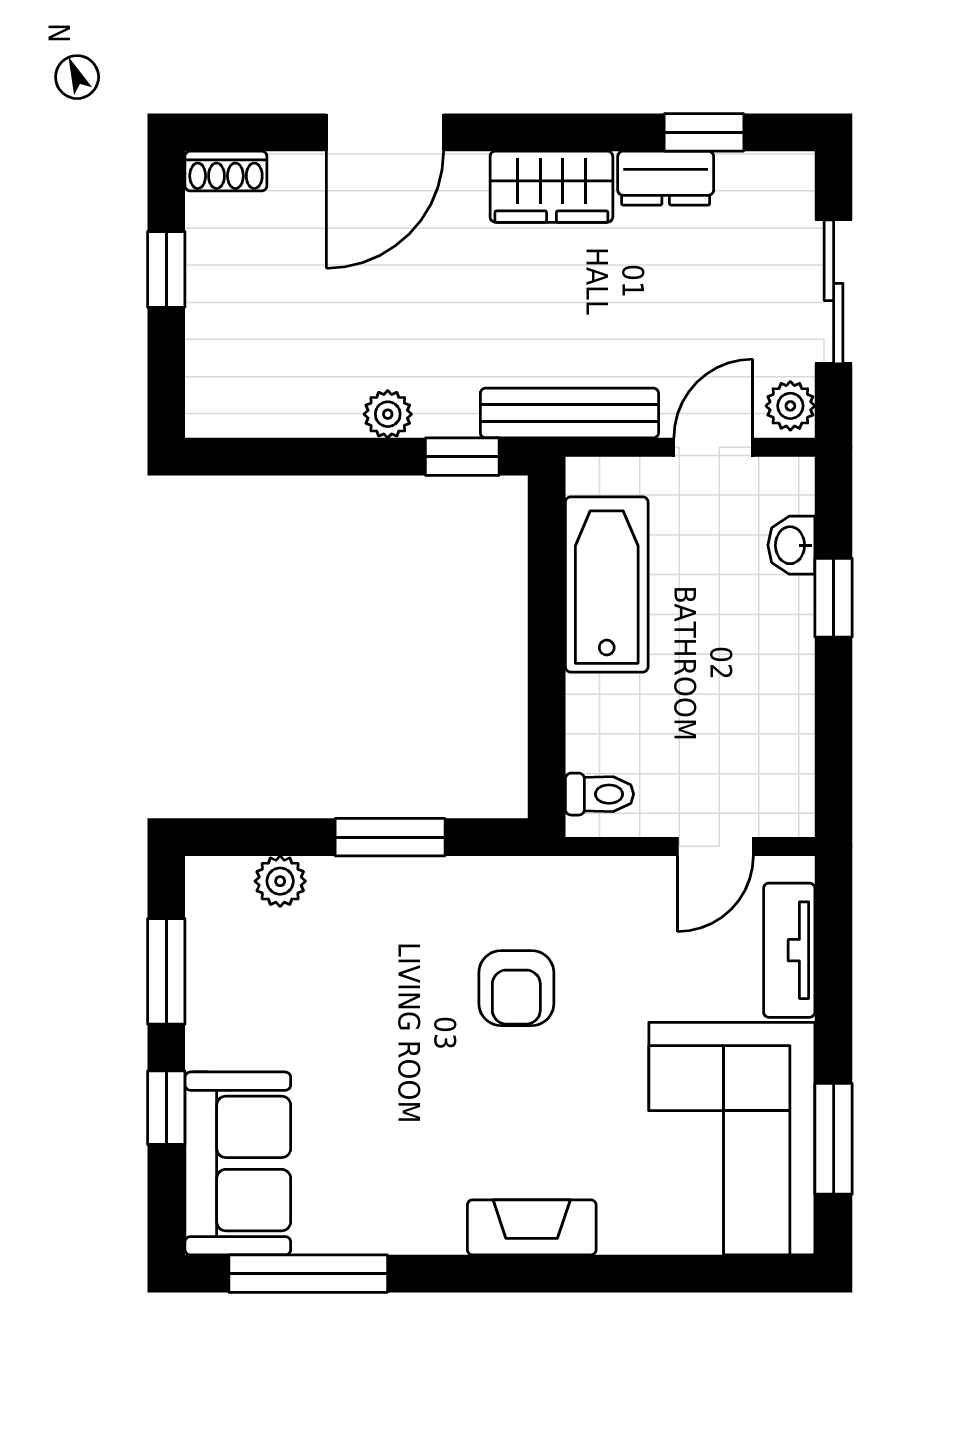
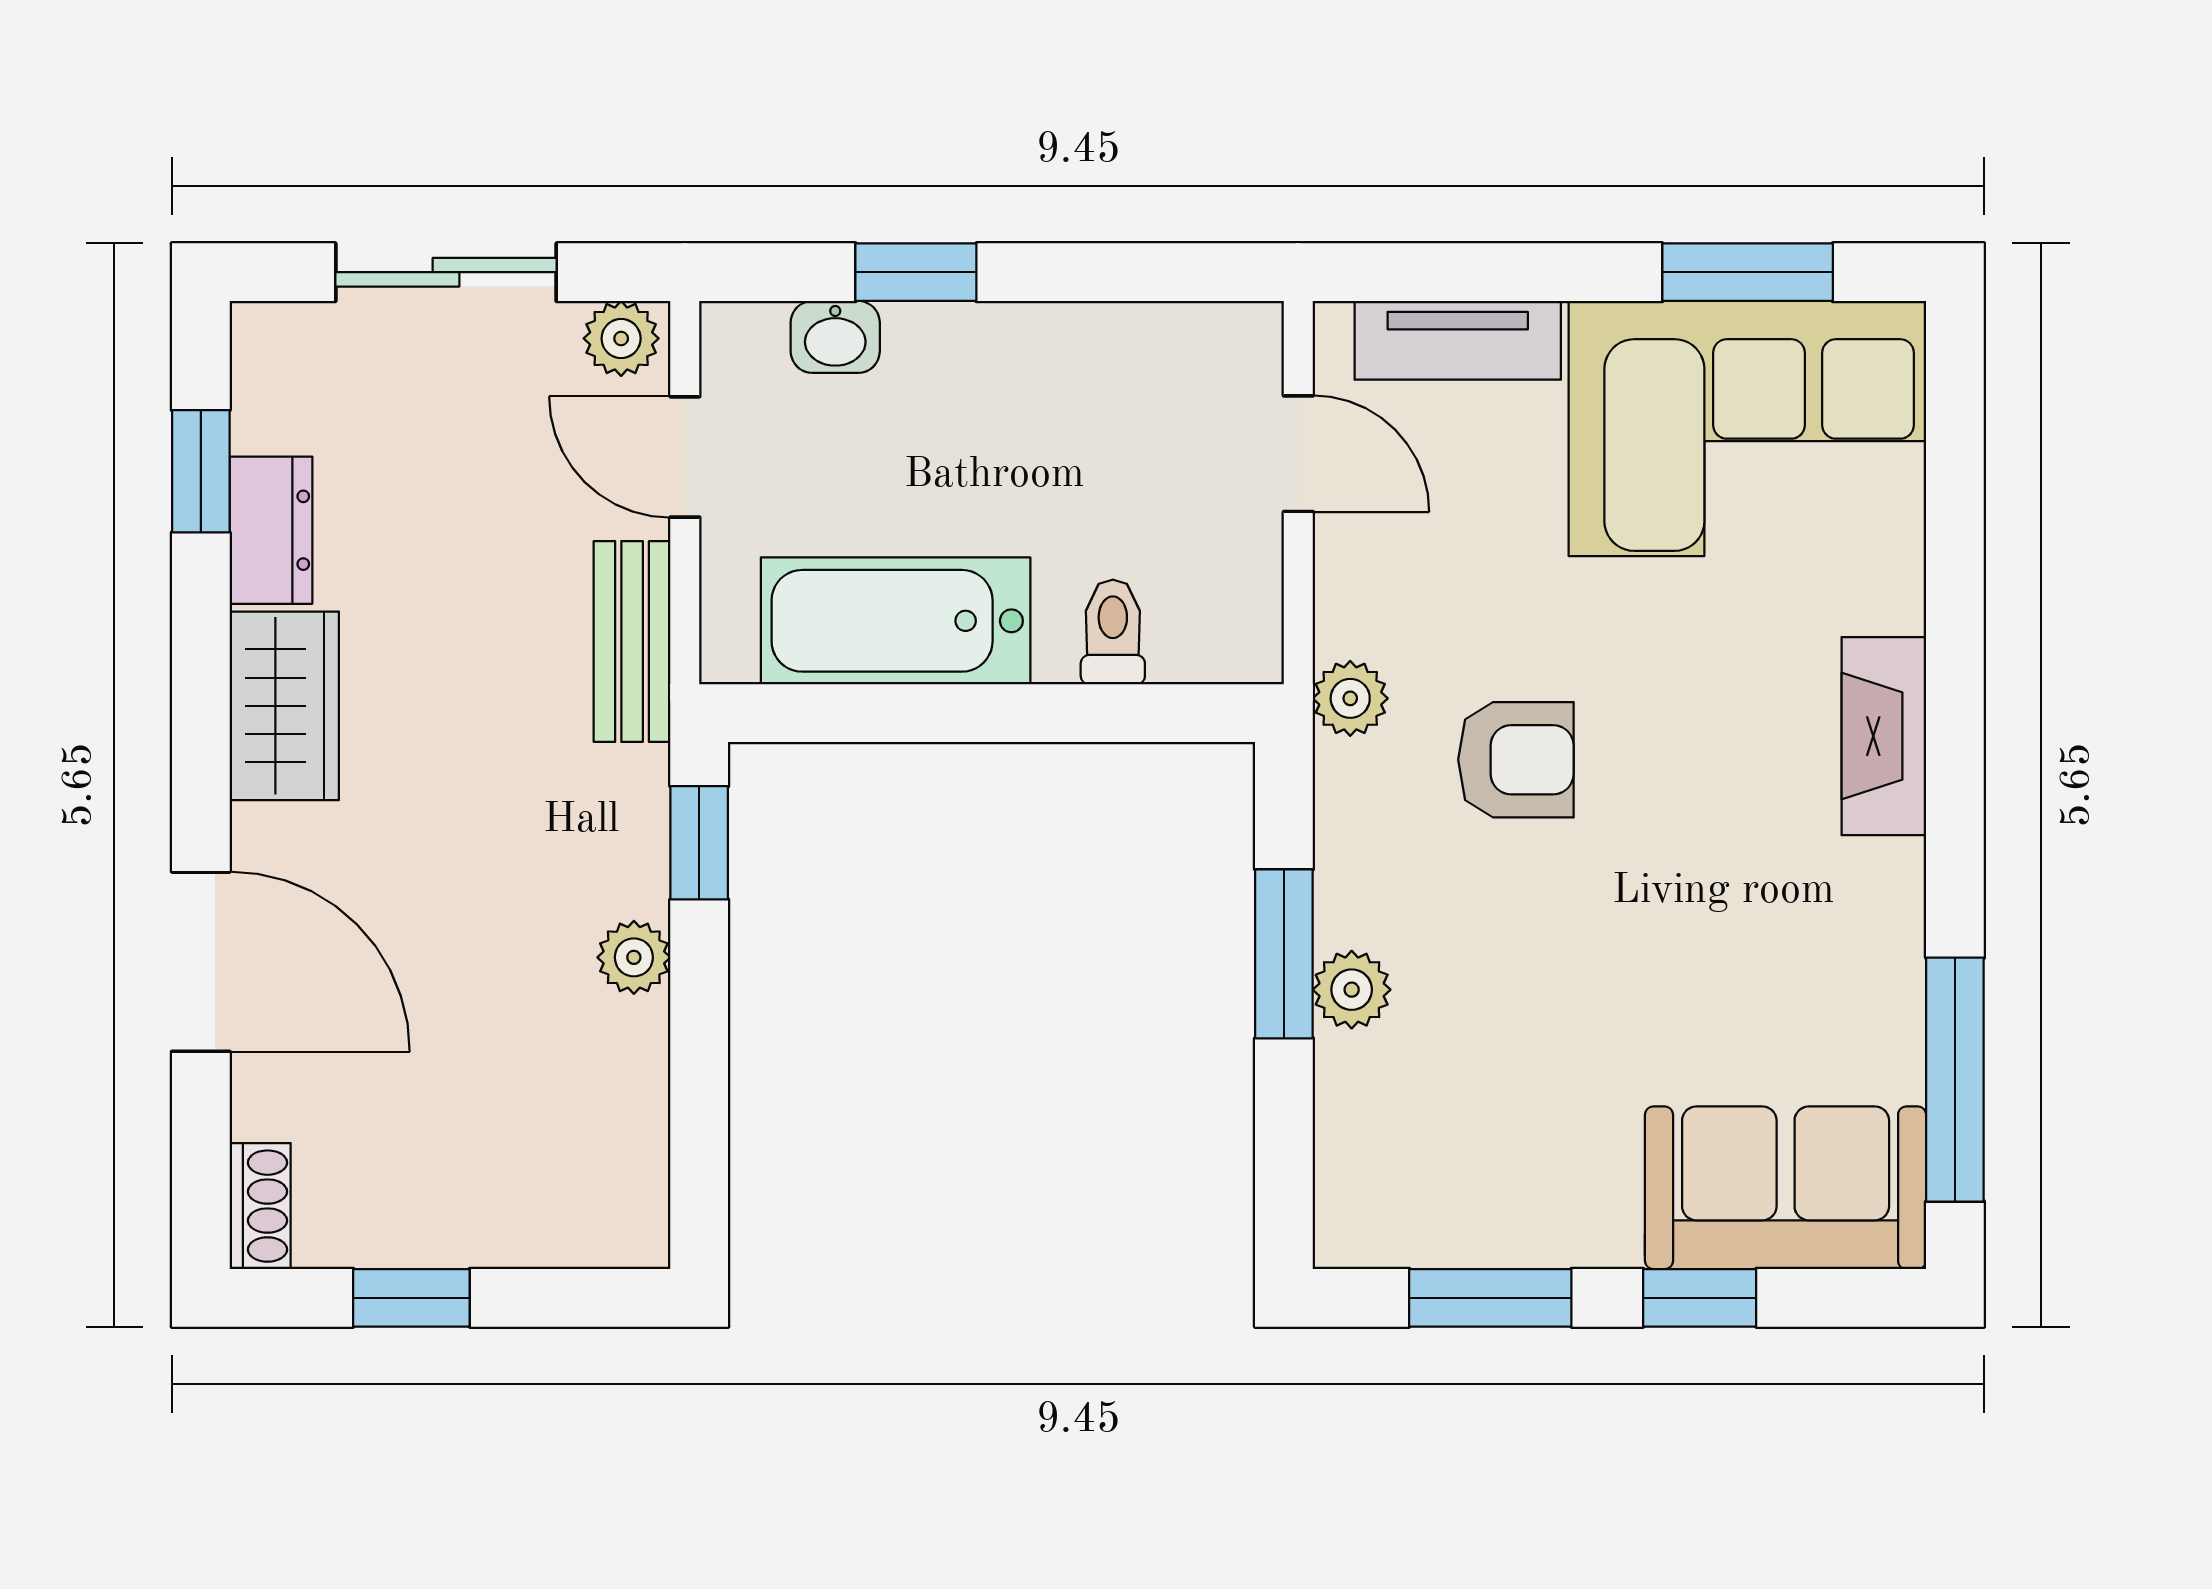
bench: (569, 413) -> (632, 642), width x0.73
toilet: (599, 794) -> (1113, 632), moved
plant: (556, 880) -> (1350, 698), added
plant: (280, 881) -> (1352, 990), moved

